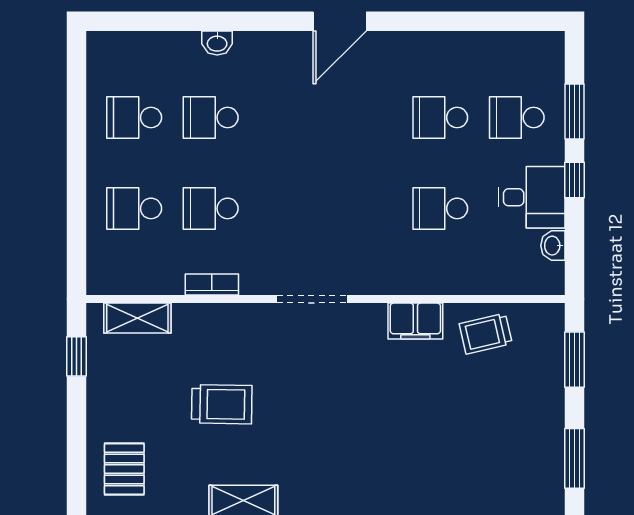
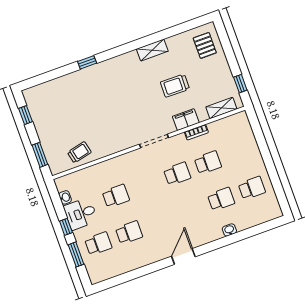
school desk: (134, 208) -> (177, 174), moved
filing cabinet: (415, 321) -> (186, 120), moved
window: (575, 458) -> (26, 115), width x0.67

